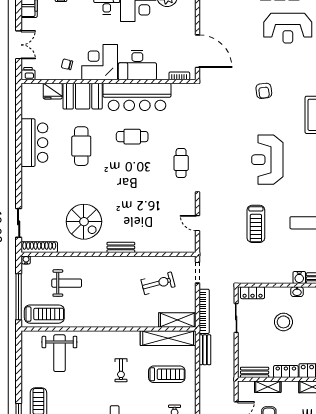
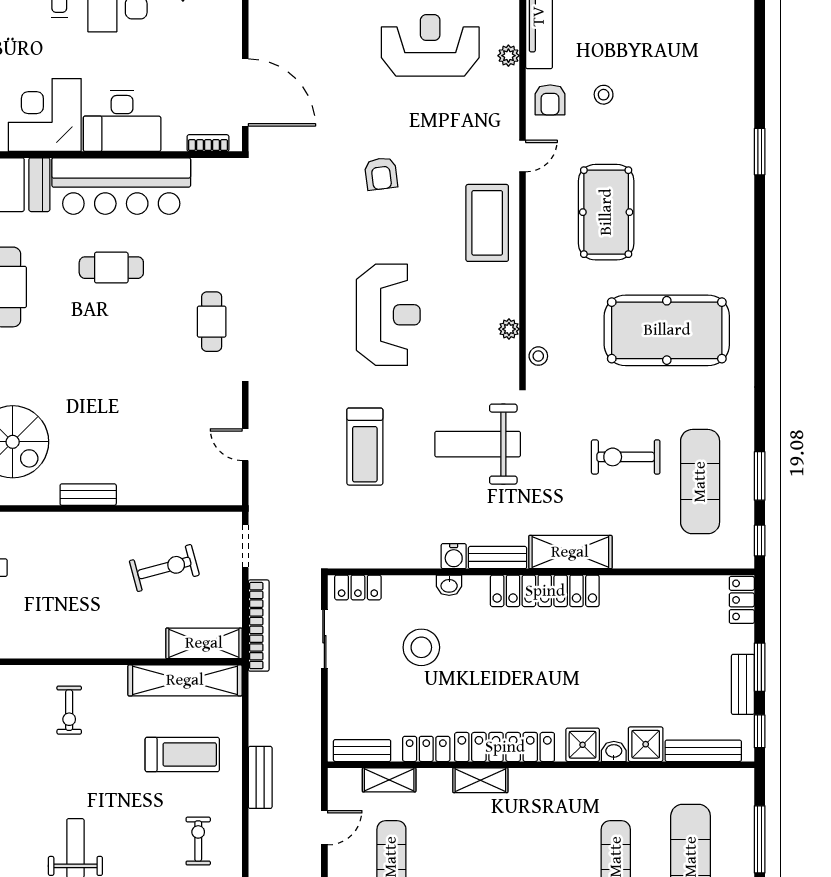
reception desk: (288, 28) -> (430, 45), turned 180
reception desk: (267, 160) -> (388, 315), turned 180
bench: (205, 350) -> (260, 777), moved
exercise bike: (121, 370) -> (69, 710), moved

